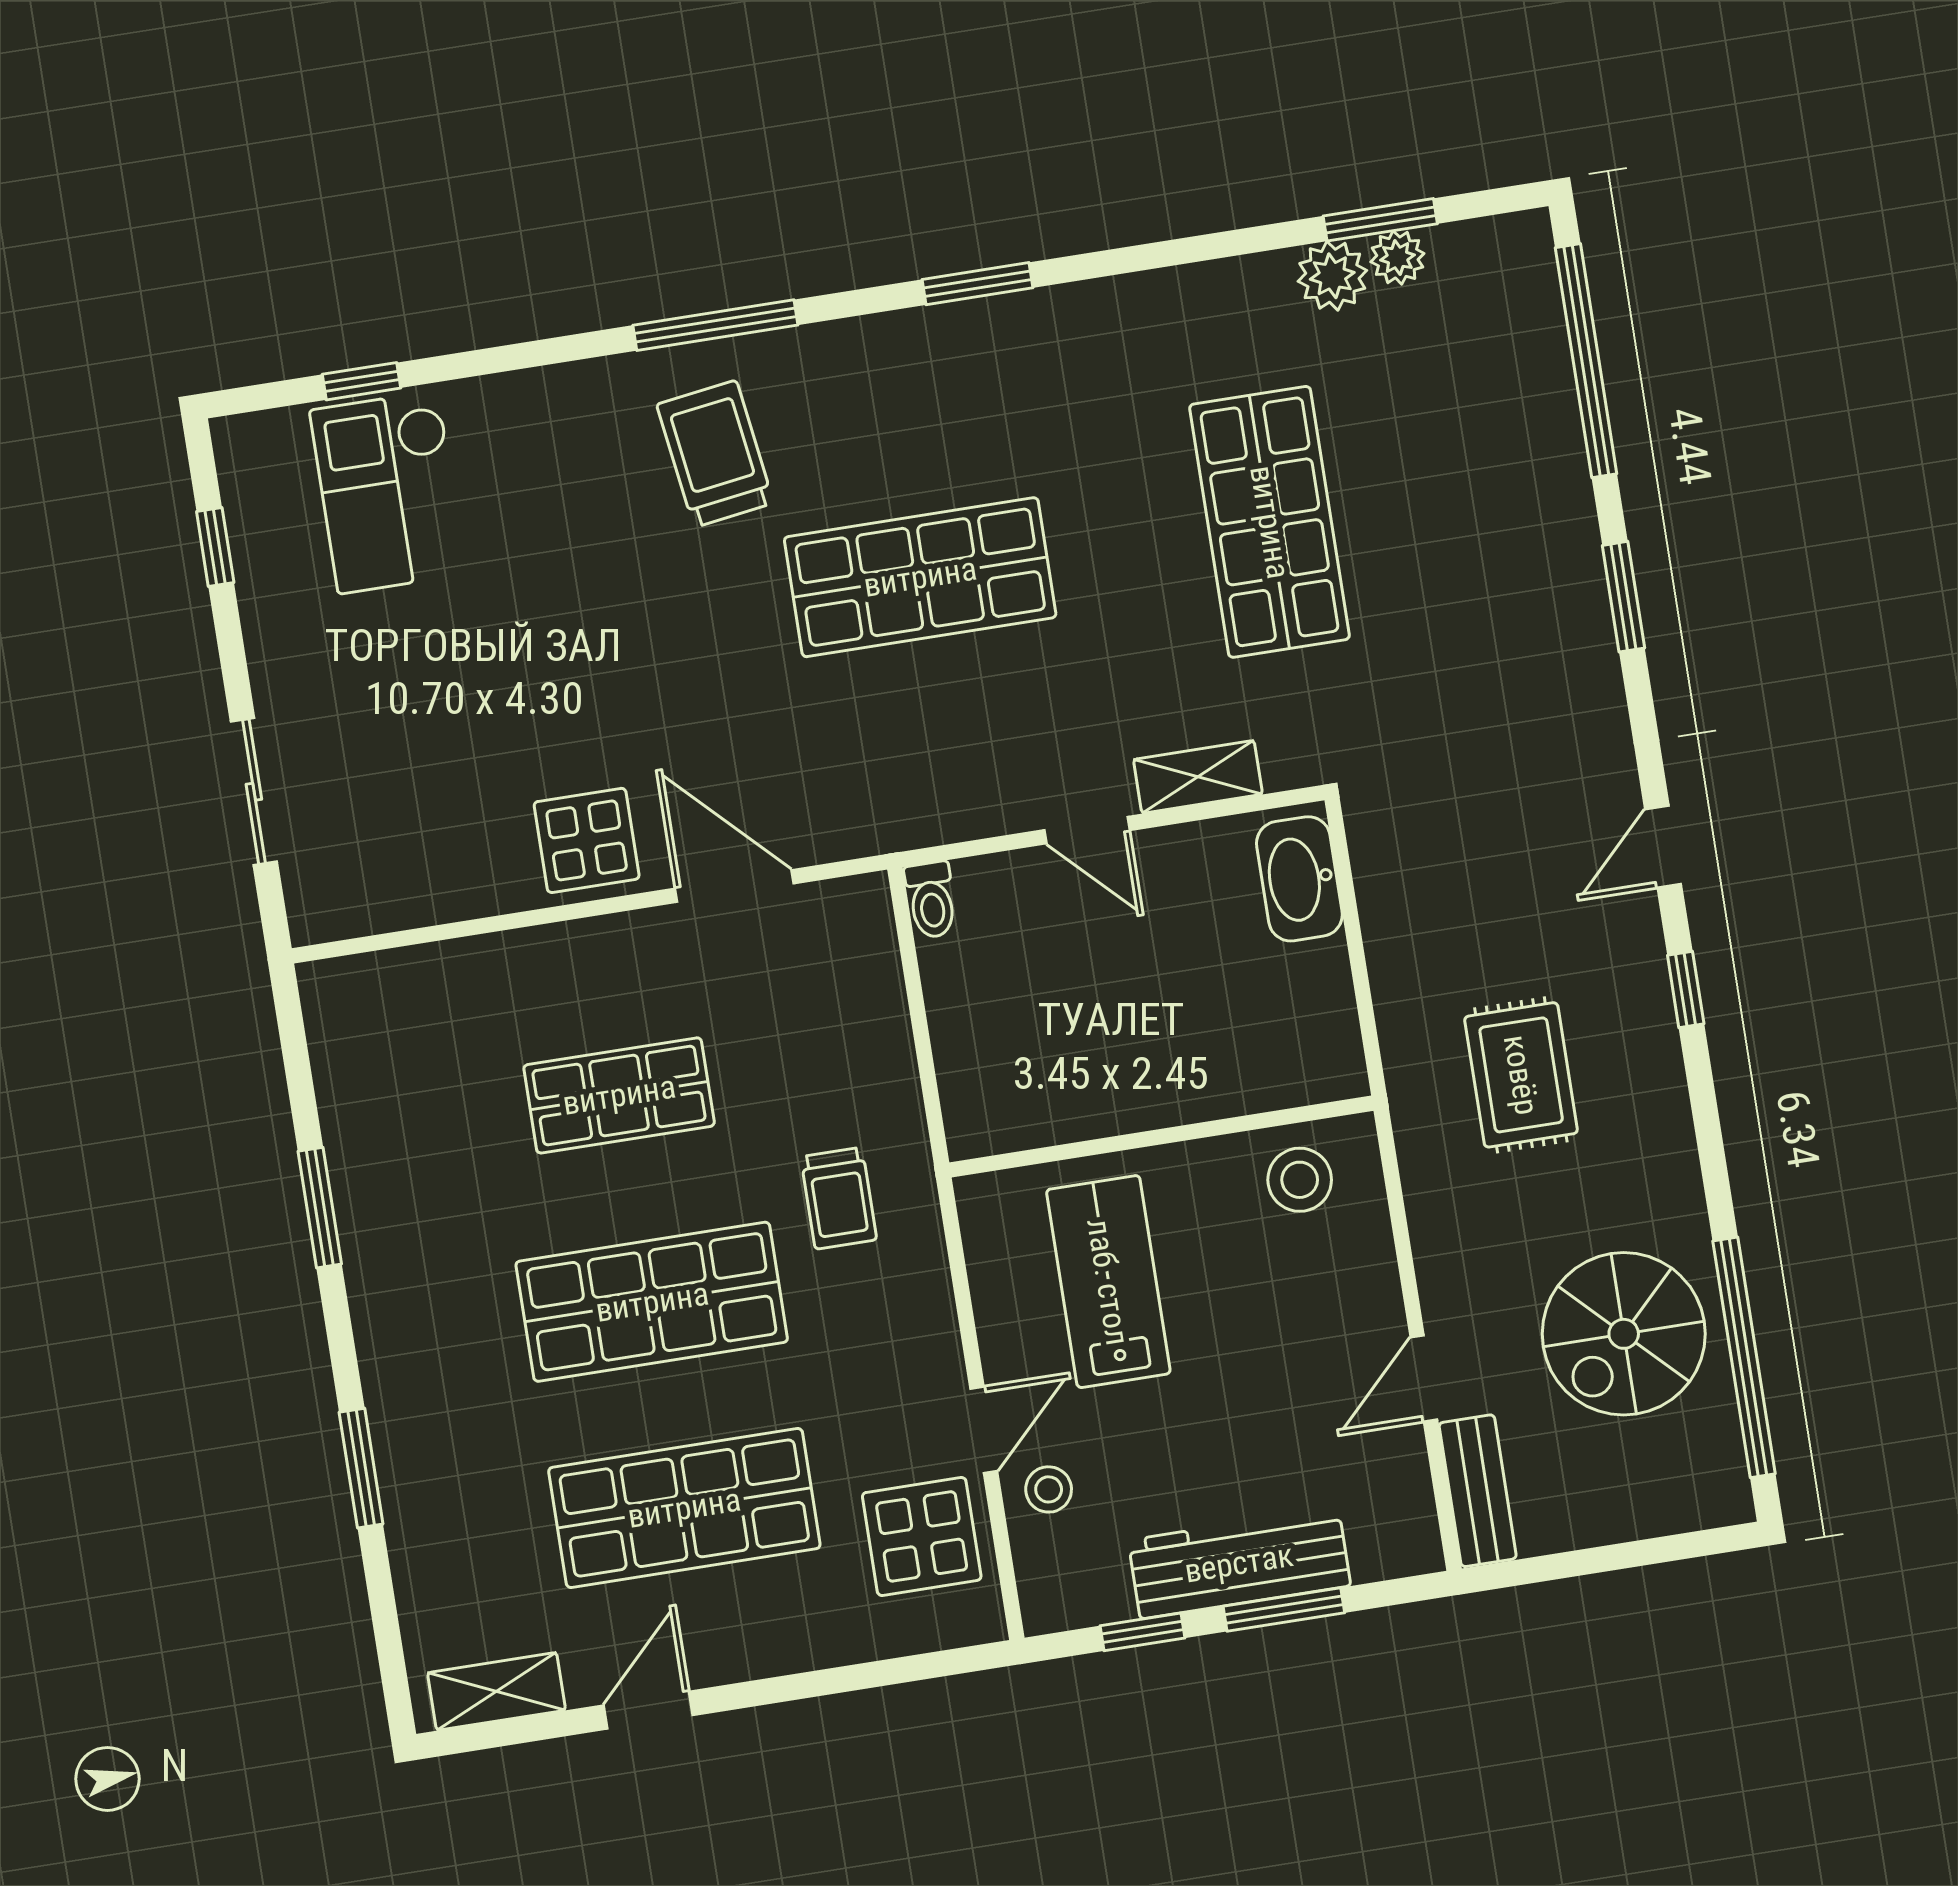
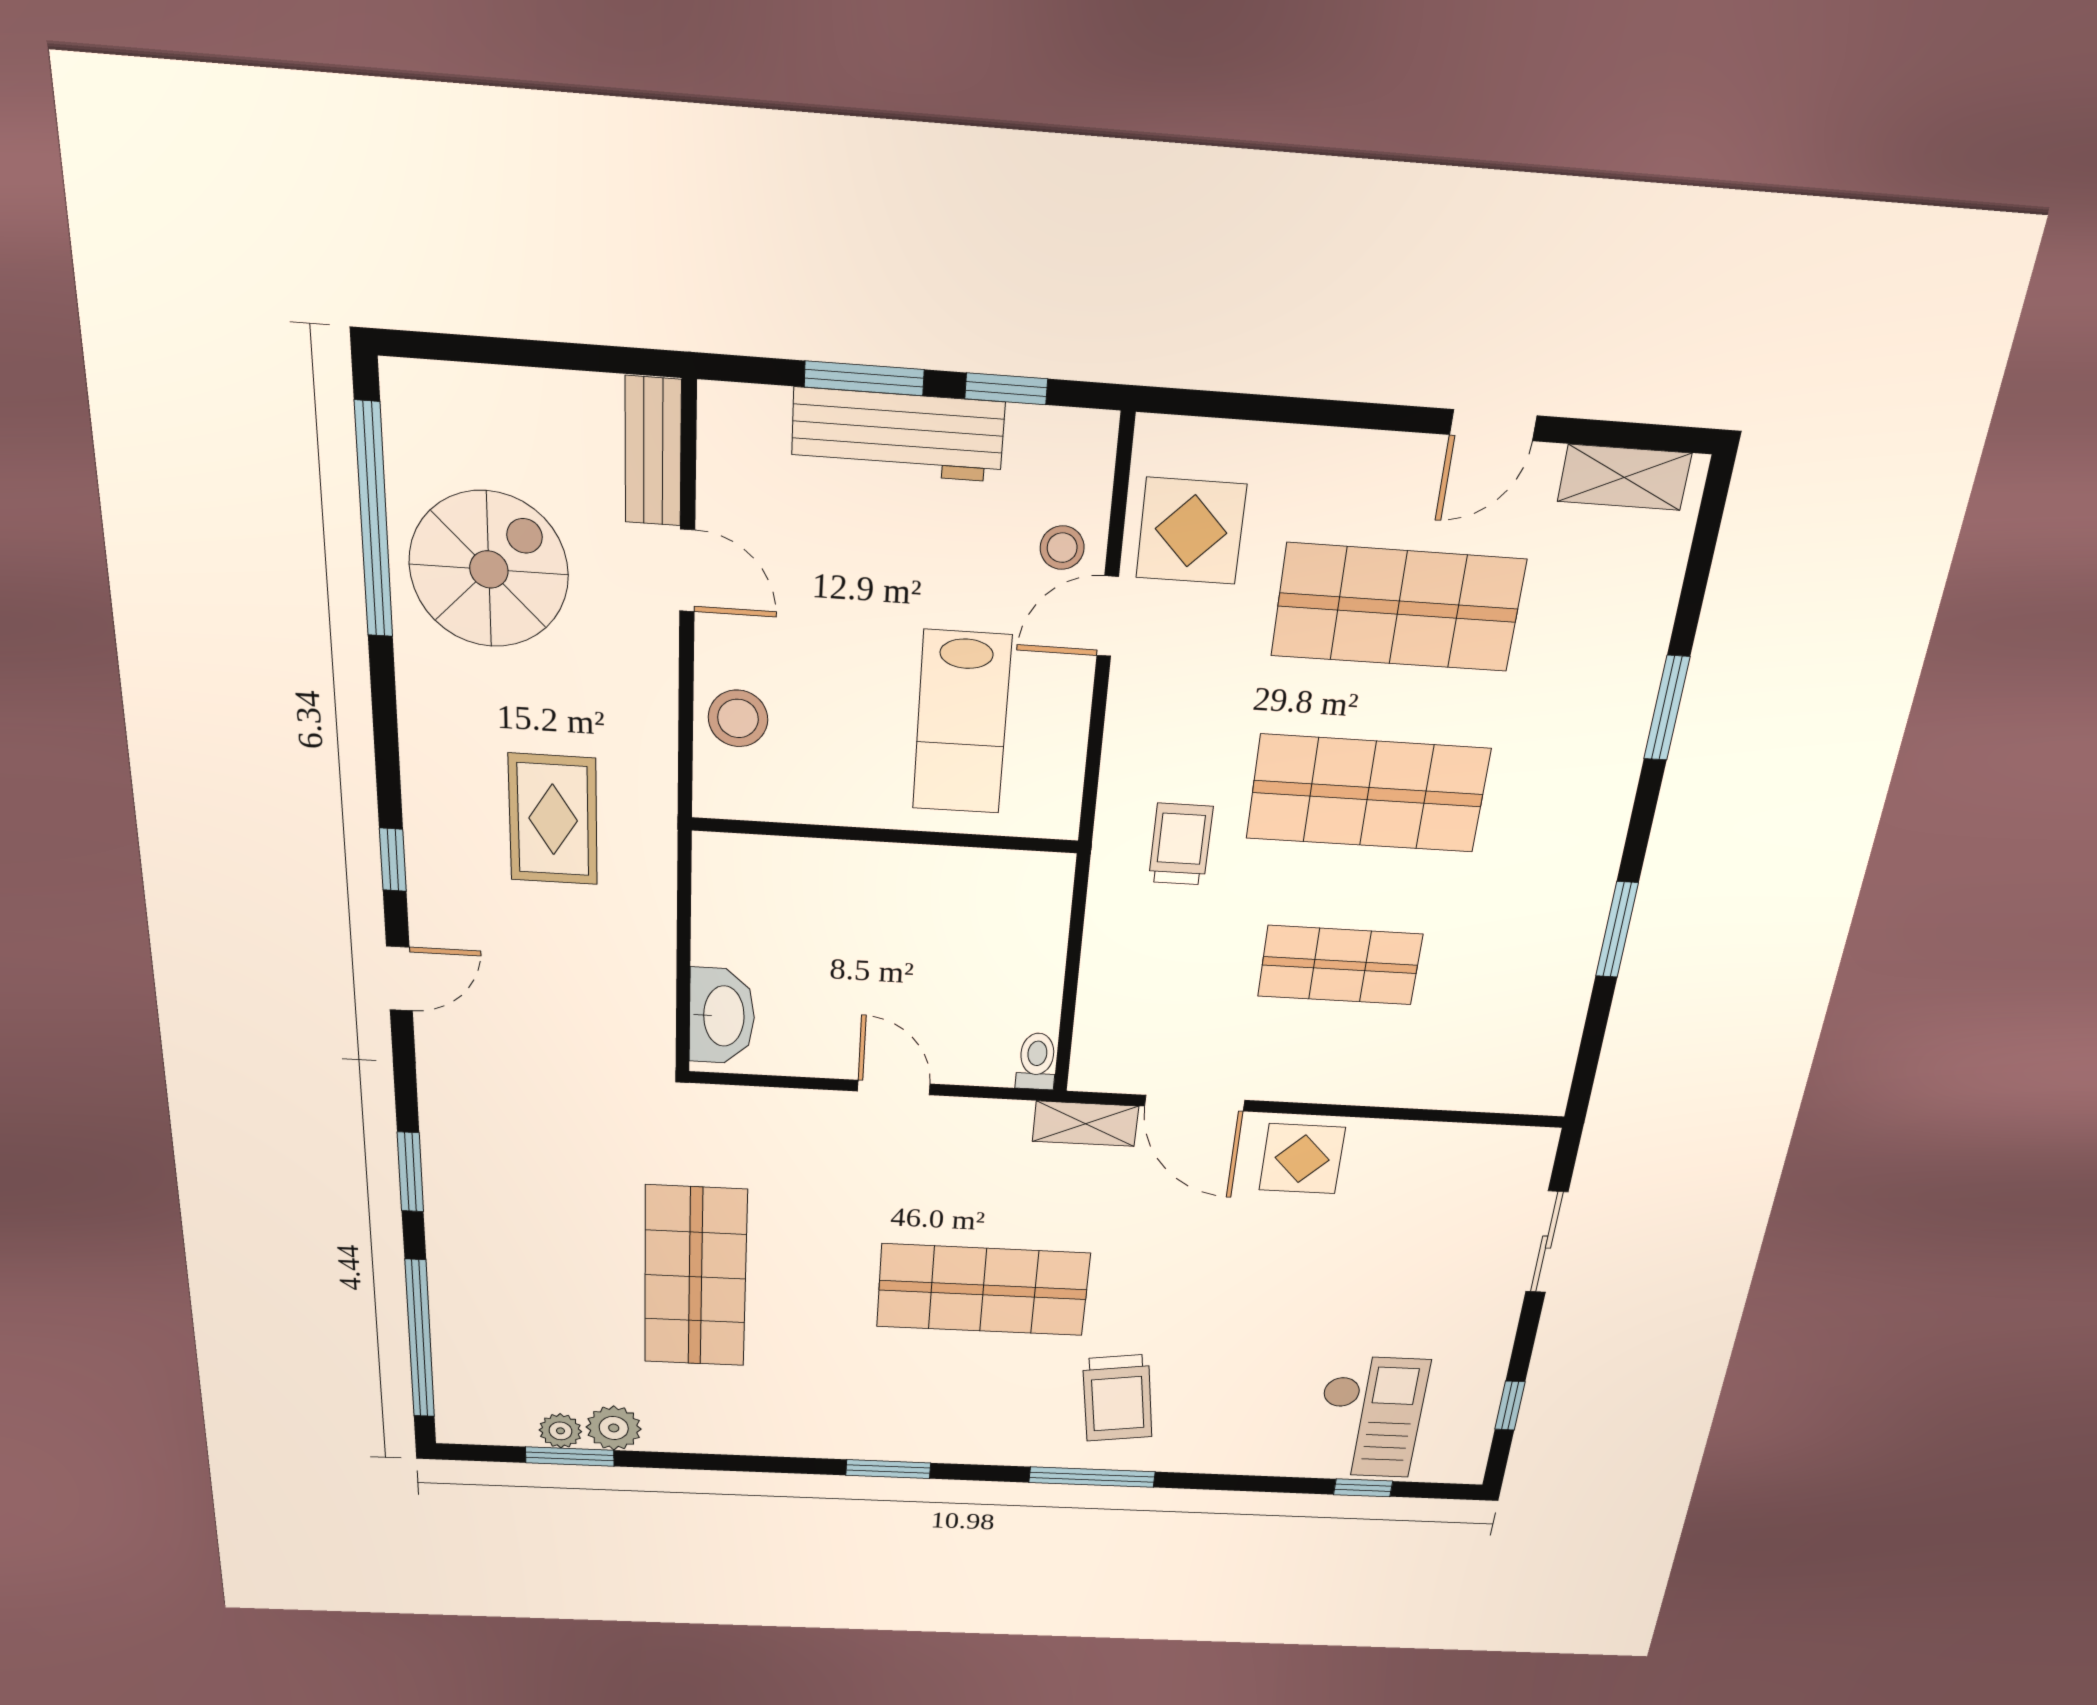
shelving: (1198, 777) -> (1085, 1124), moved
stool: (1300, 1180) -> (738, 718), moved
door: (1424, 1379) -> (687, 571), hinge flipped

